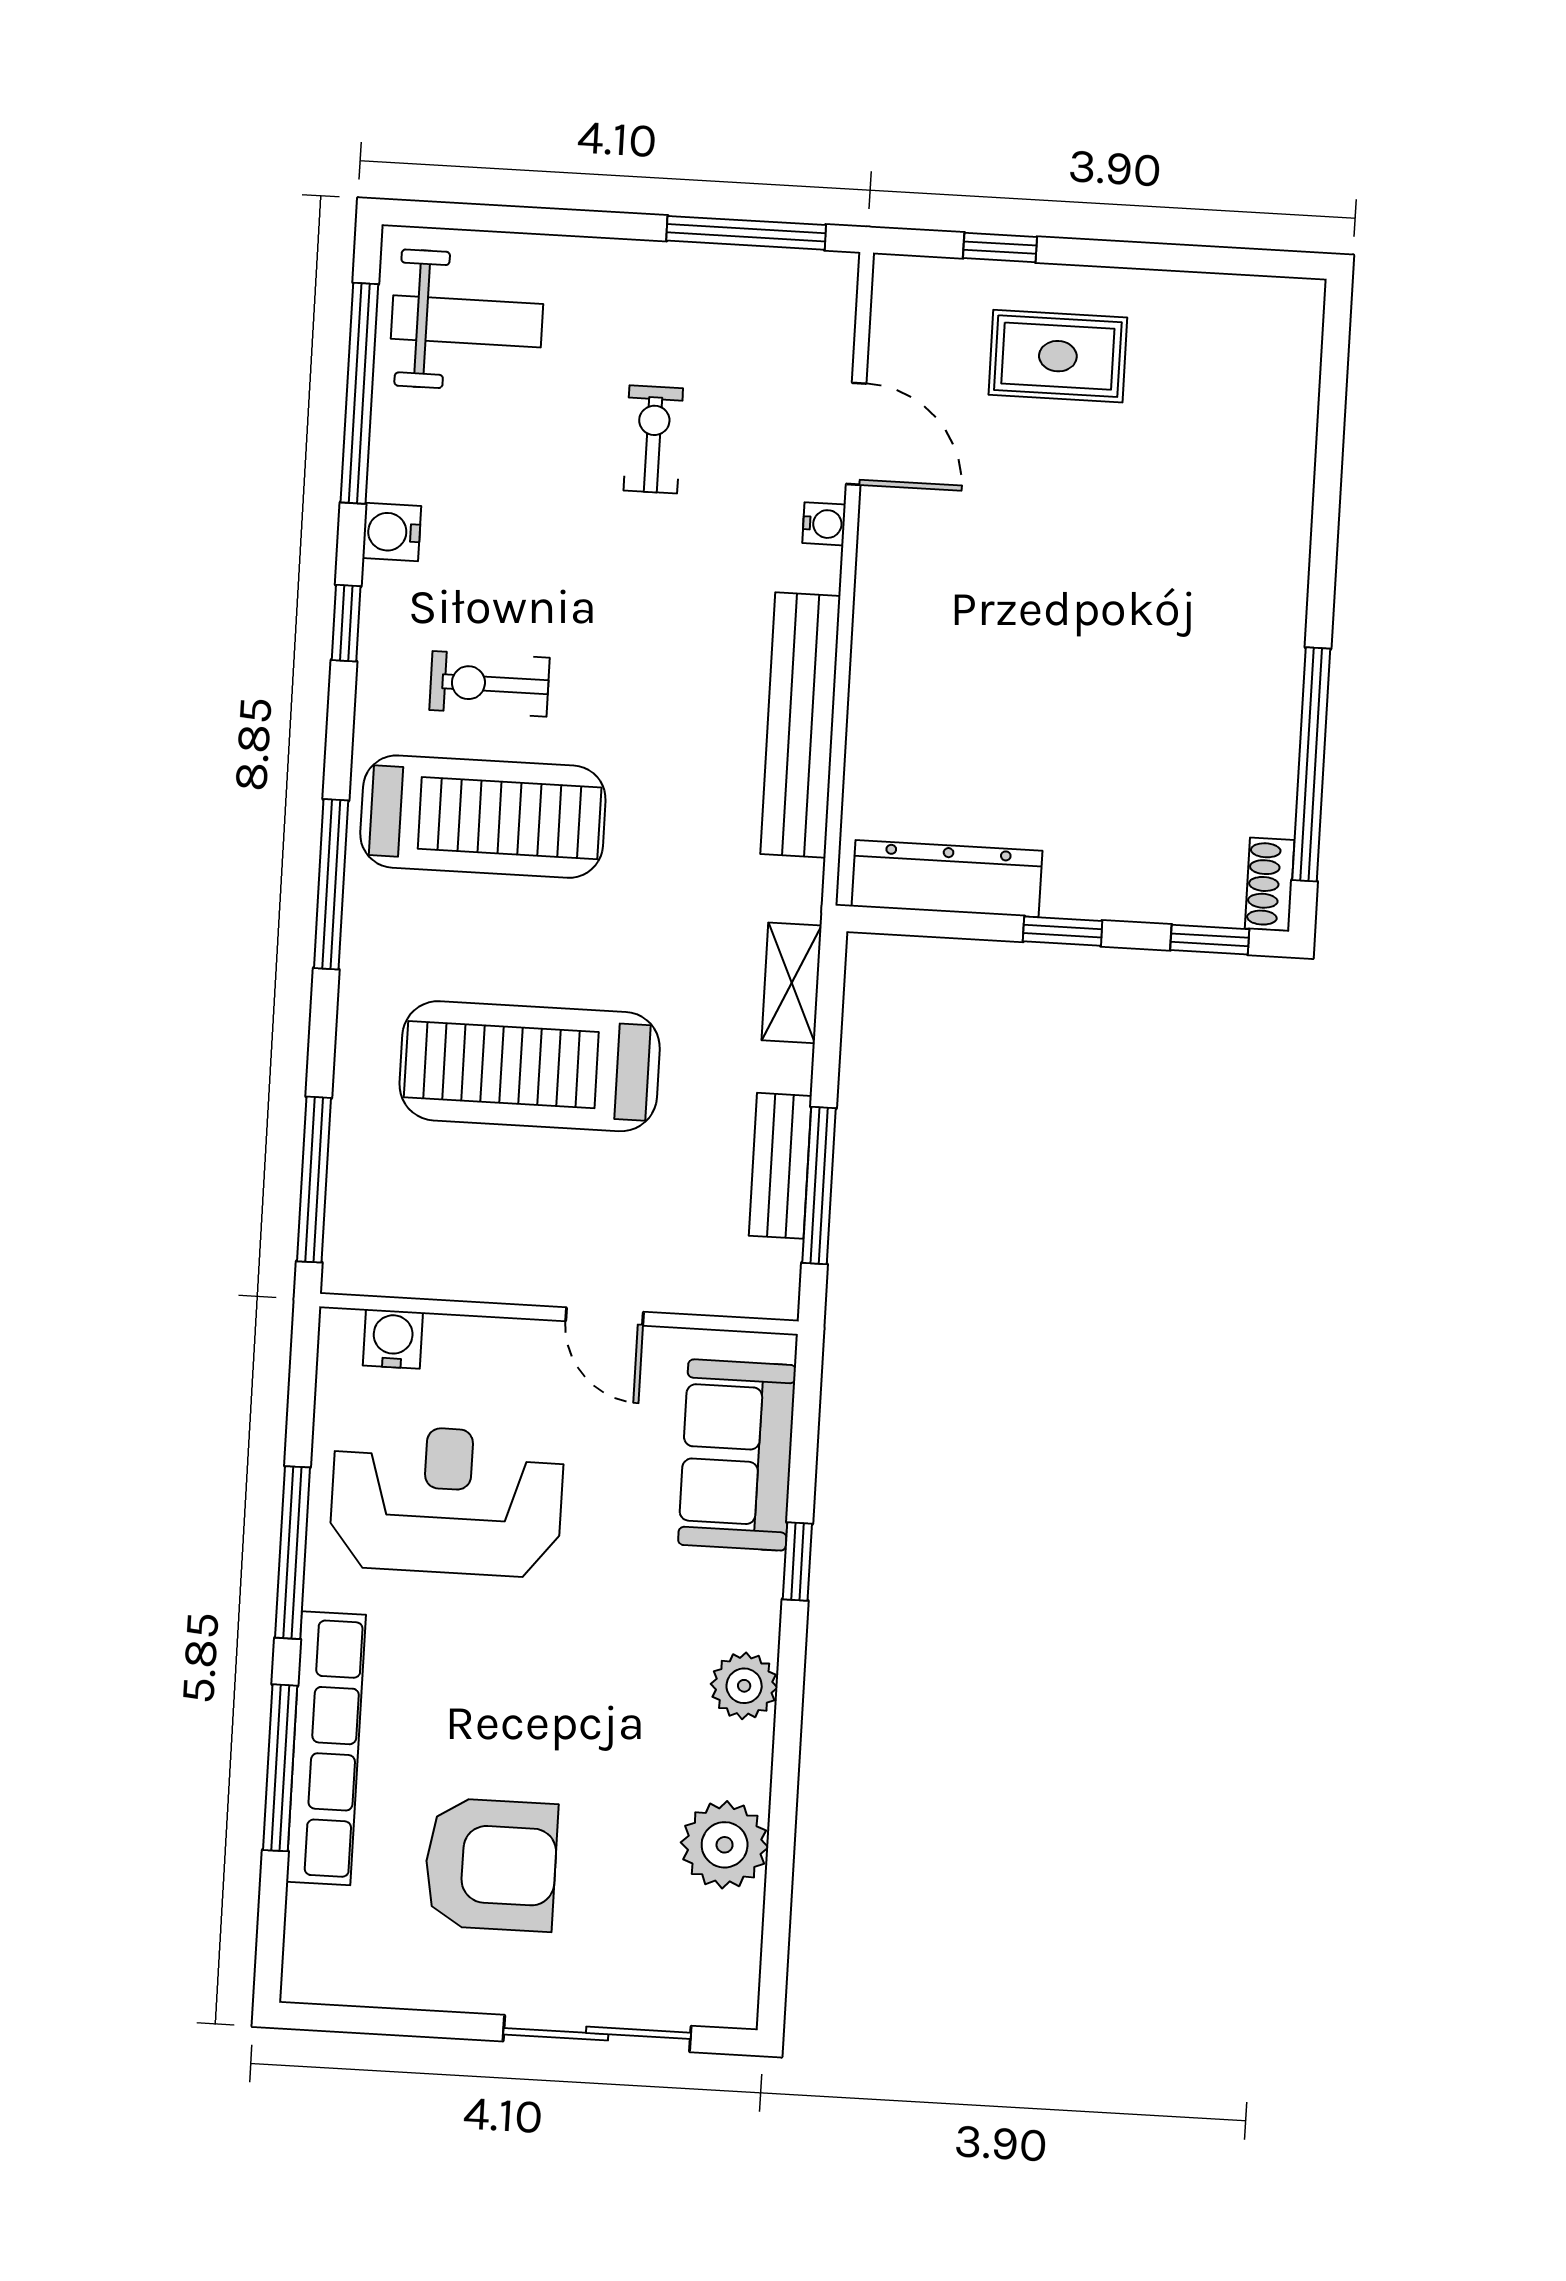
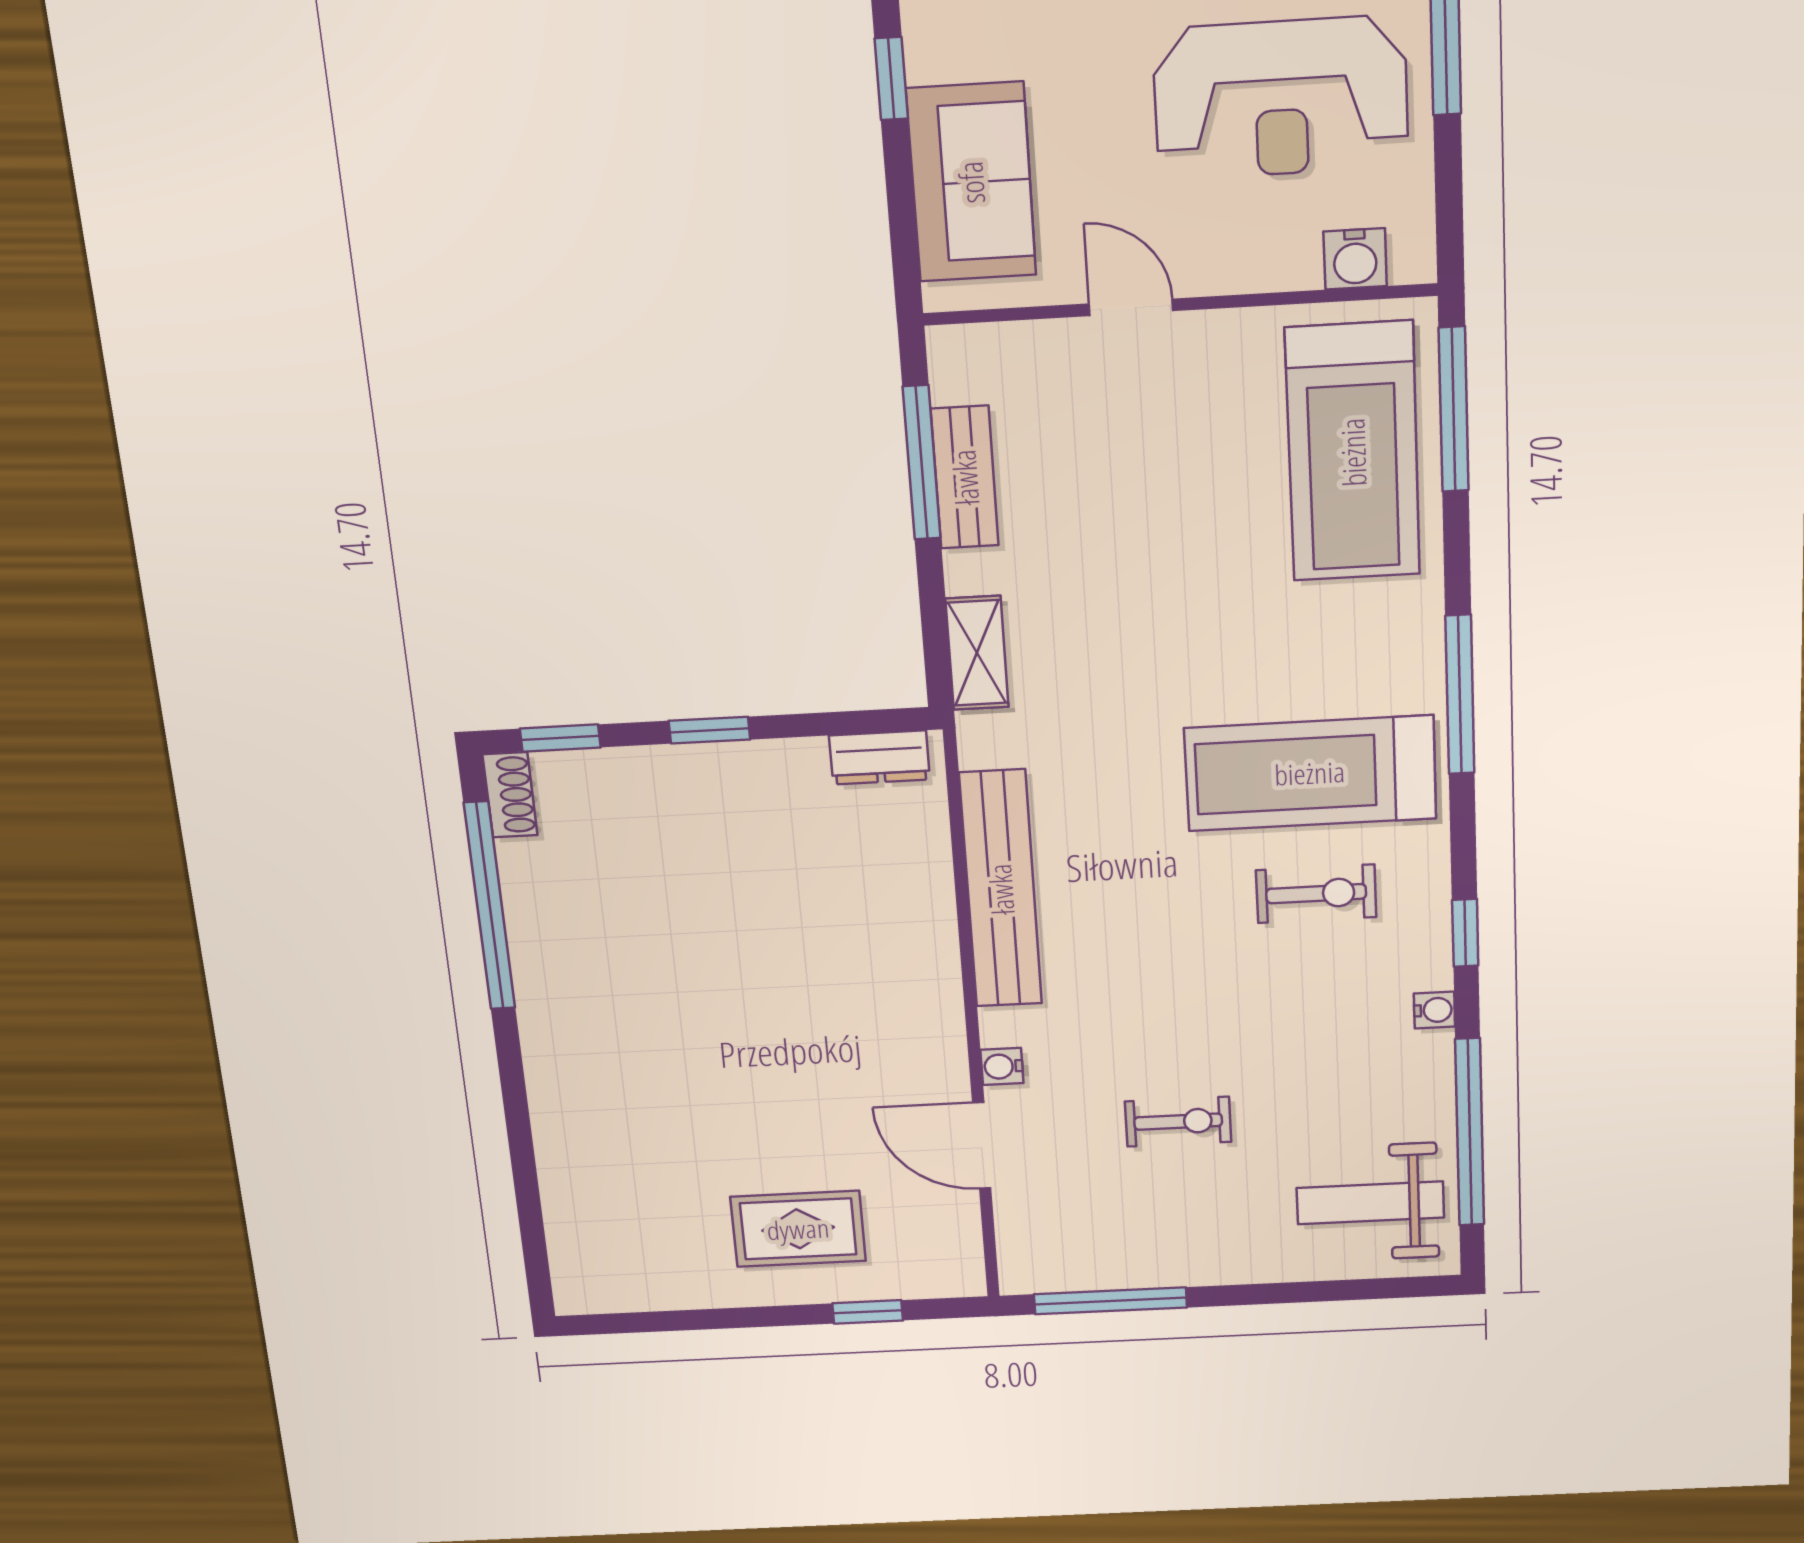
exercise bike: (653, 439) -> (1178, 1122), turned -90
water cooler: (392, 532) -> (1434, 1010), width x0.72, depth x0.72
dresser: (947, 879) -> (879, 757), width x0.51, depth x0.80
treadmill: (530, 1066) -> (1353, 452), moved, turned 90

